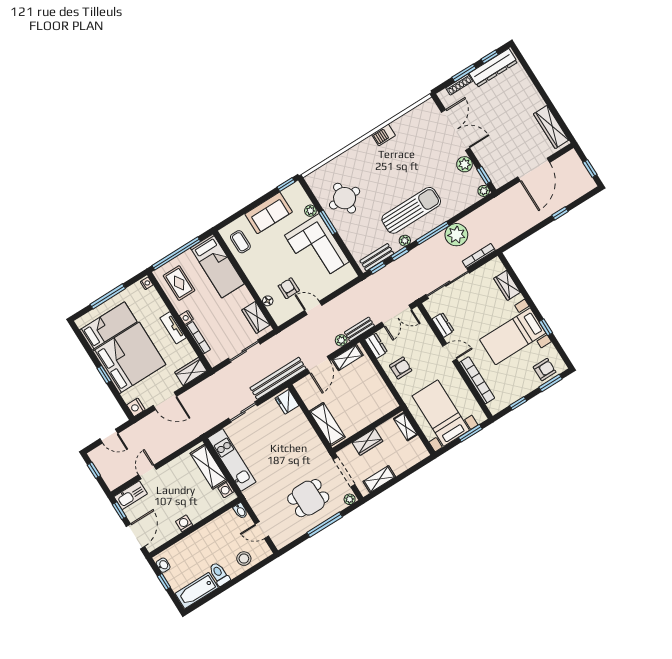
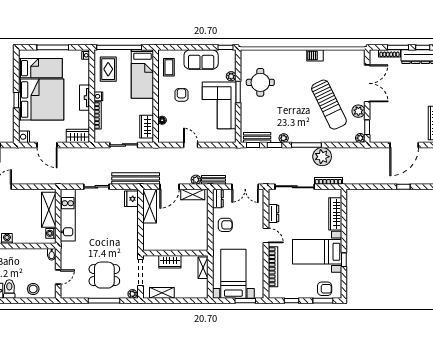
sun lounger: (411, 210) -> (329, 105), moved, turned 64
wardrobe: (507, 285) -> (335, 214), width x1.50
armchair: (289, 288) -> (181, 95), moved
shelving: (327, 424) -> (150, 206), moved
door: (262, 530) -> (58, 277), swing flipped

